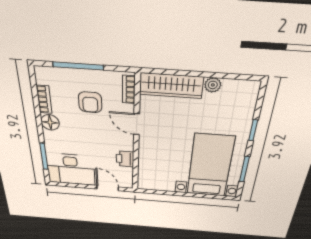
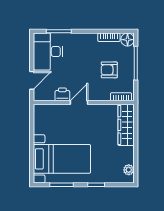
plant: (213, 85) -> (129, 170), moved
floor lamp: (50, 122) -> (128, 40), moved
door: (137, 124) -> (79, 103), moved

